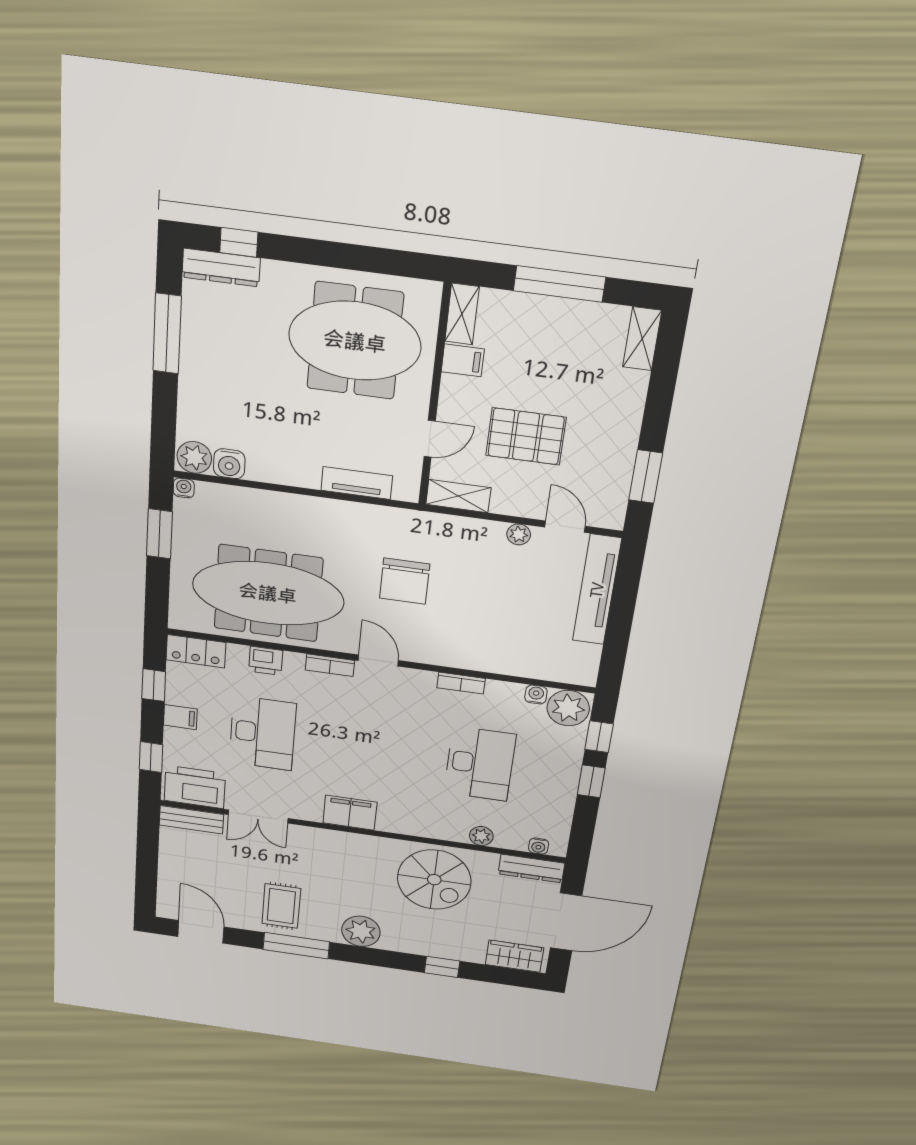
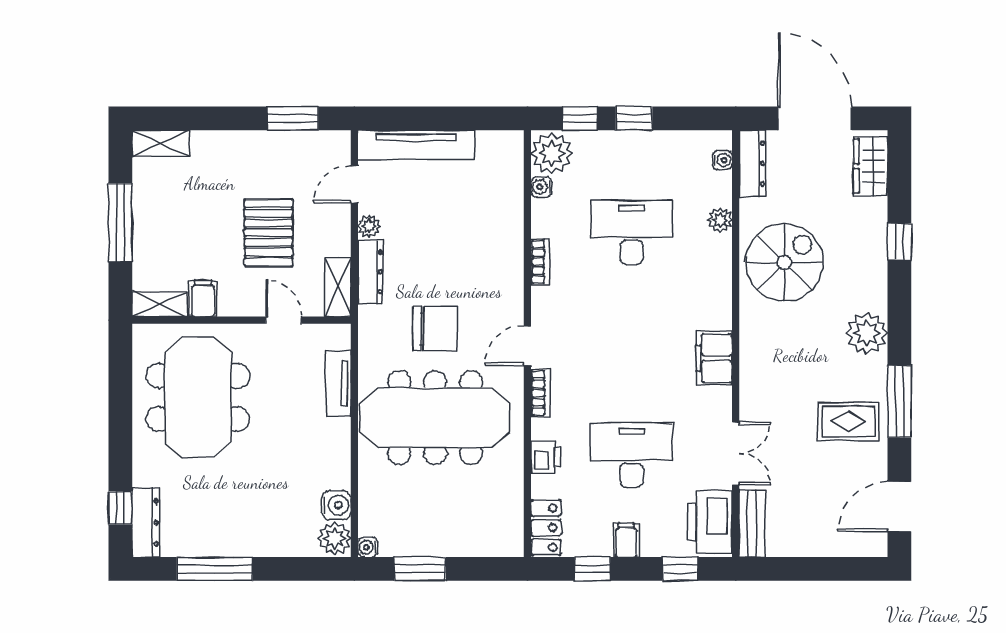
dresser: (471, 529) -> (370, 272), added
meeting table: (268, 593) -> (435, 418), moved, turned 90

